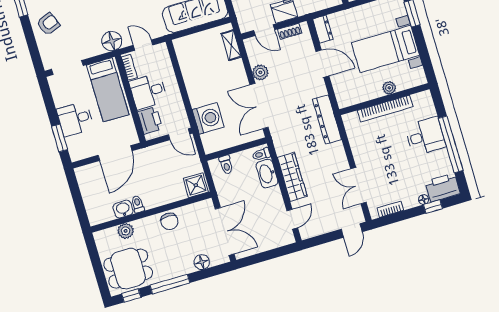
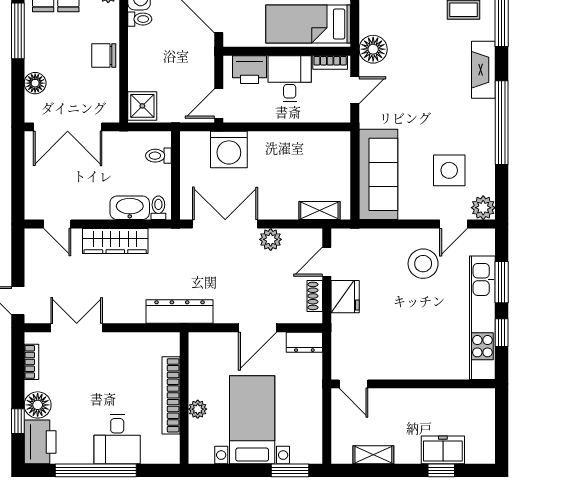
floor lamp: (424, 200) -> (38, 405), width x1.89, depth x1.89

